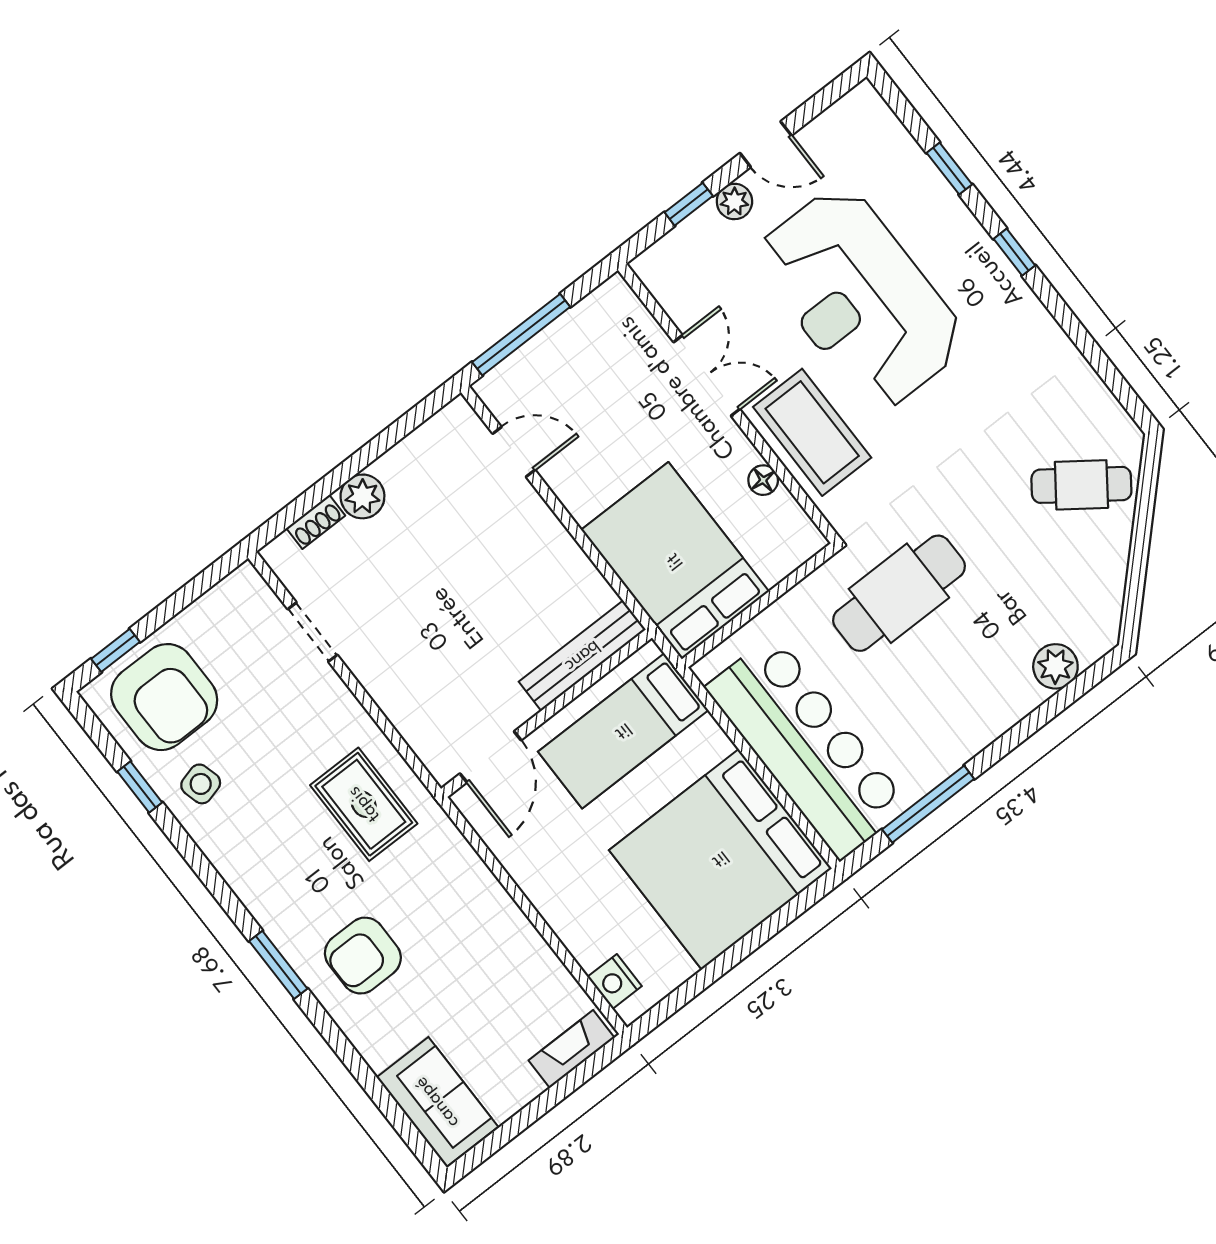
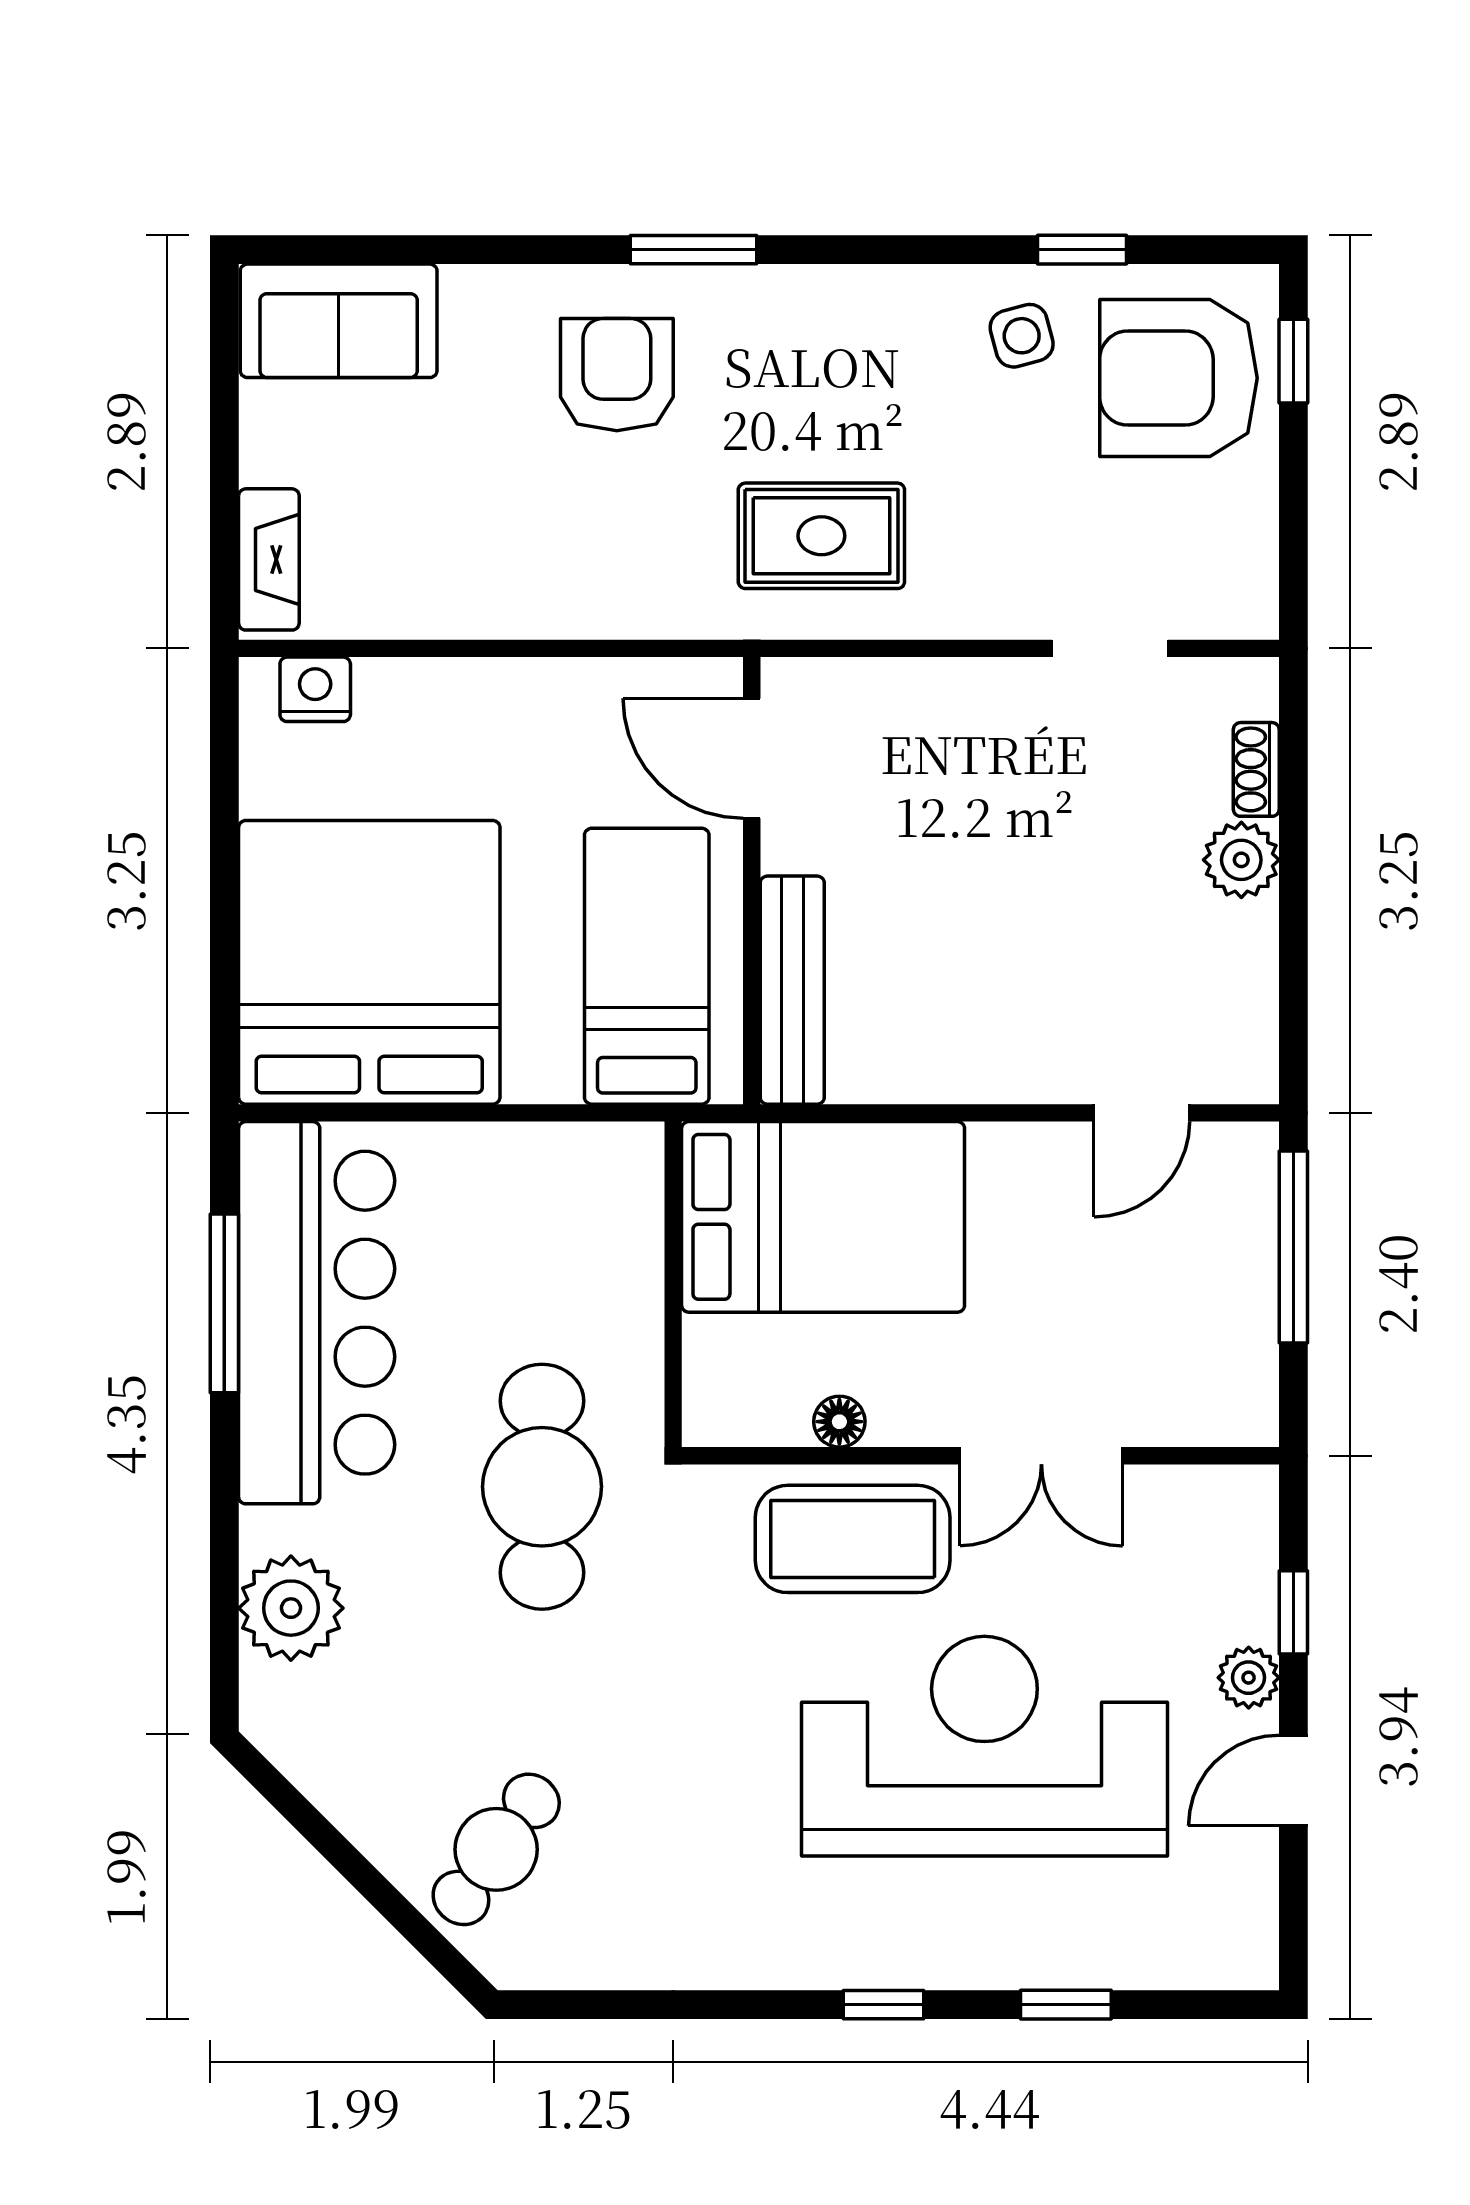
plant: (1055, 666) -> (291, 1608), width x1.36, depth x1.36
bar counter: (807, 747) -> (317, 1313), moved, turned -90

